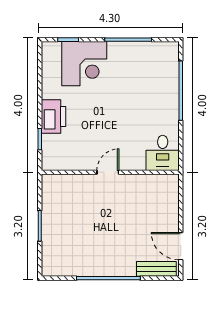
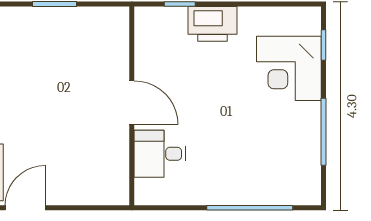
desk: (163, 153) -> (160, 154), moved
door: (108, 172) -> (132, 103), width x1.38

